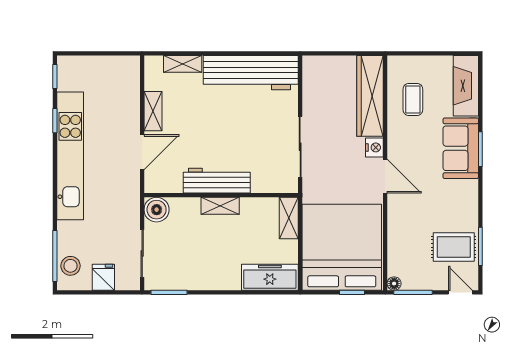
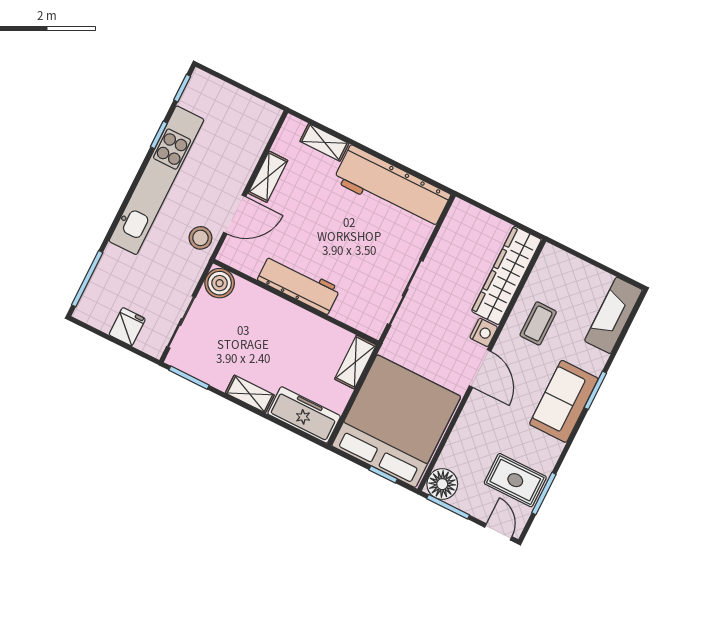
coffee table: (413, 99) -> (538, 323), moved
sofa: (461, 148) -> (564, 401), moved
shelving: (220, 206) -> (250, 394), moved
stool: (71, 266) -> (200, 238), moved
floor lamp: (394, 284) -> (442, 484), width x1.89, depth x1.89

